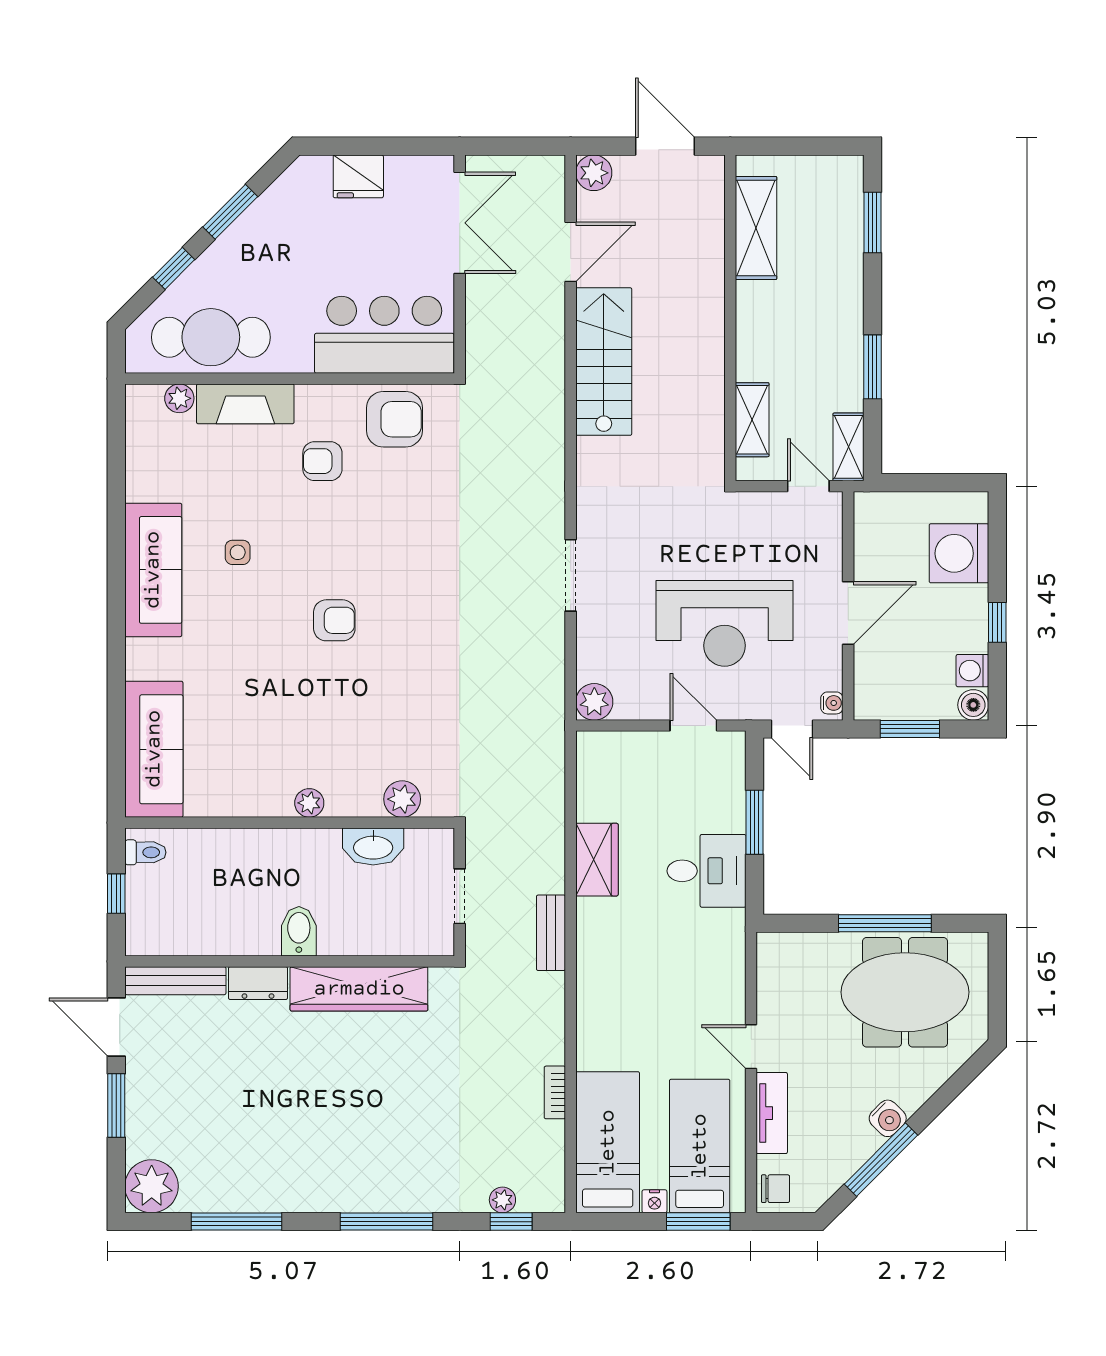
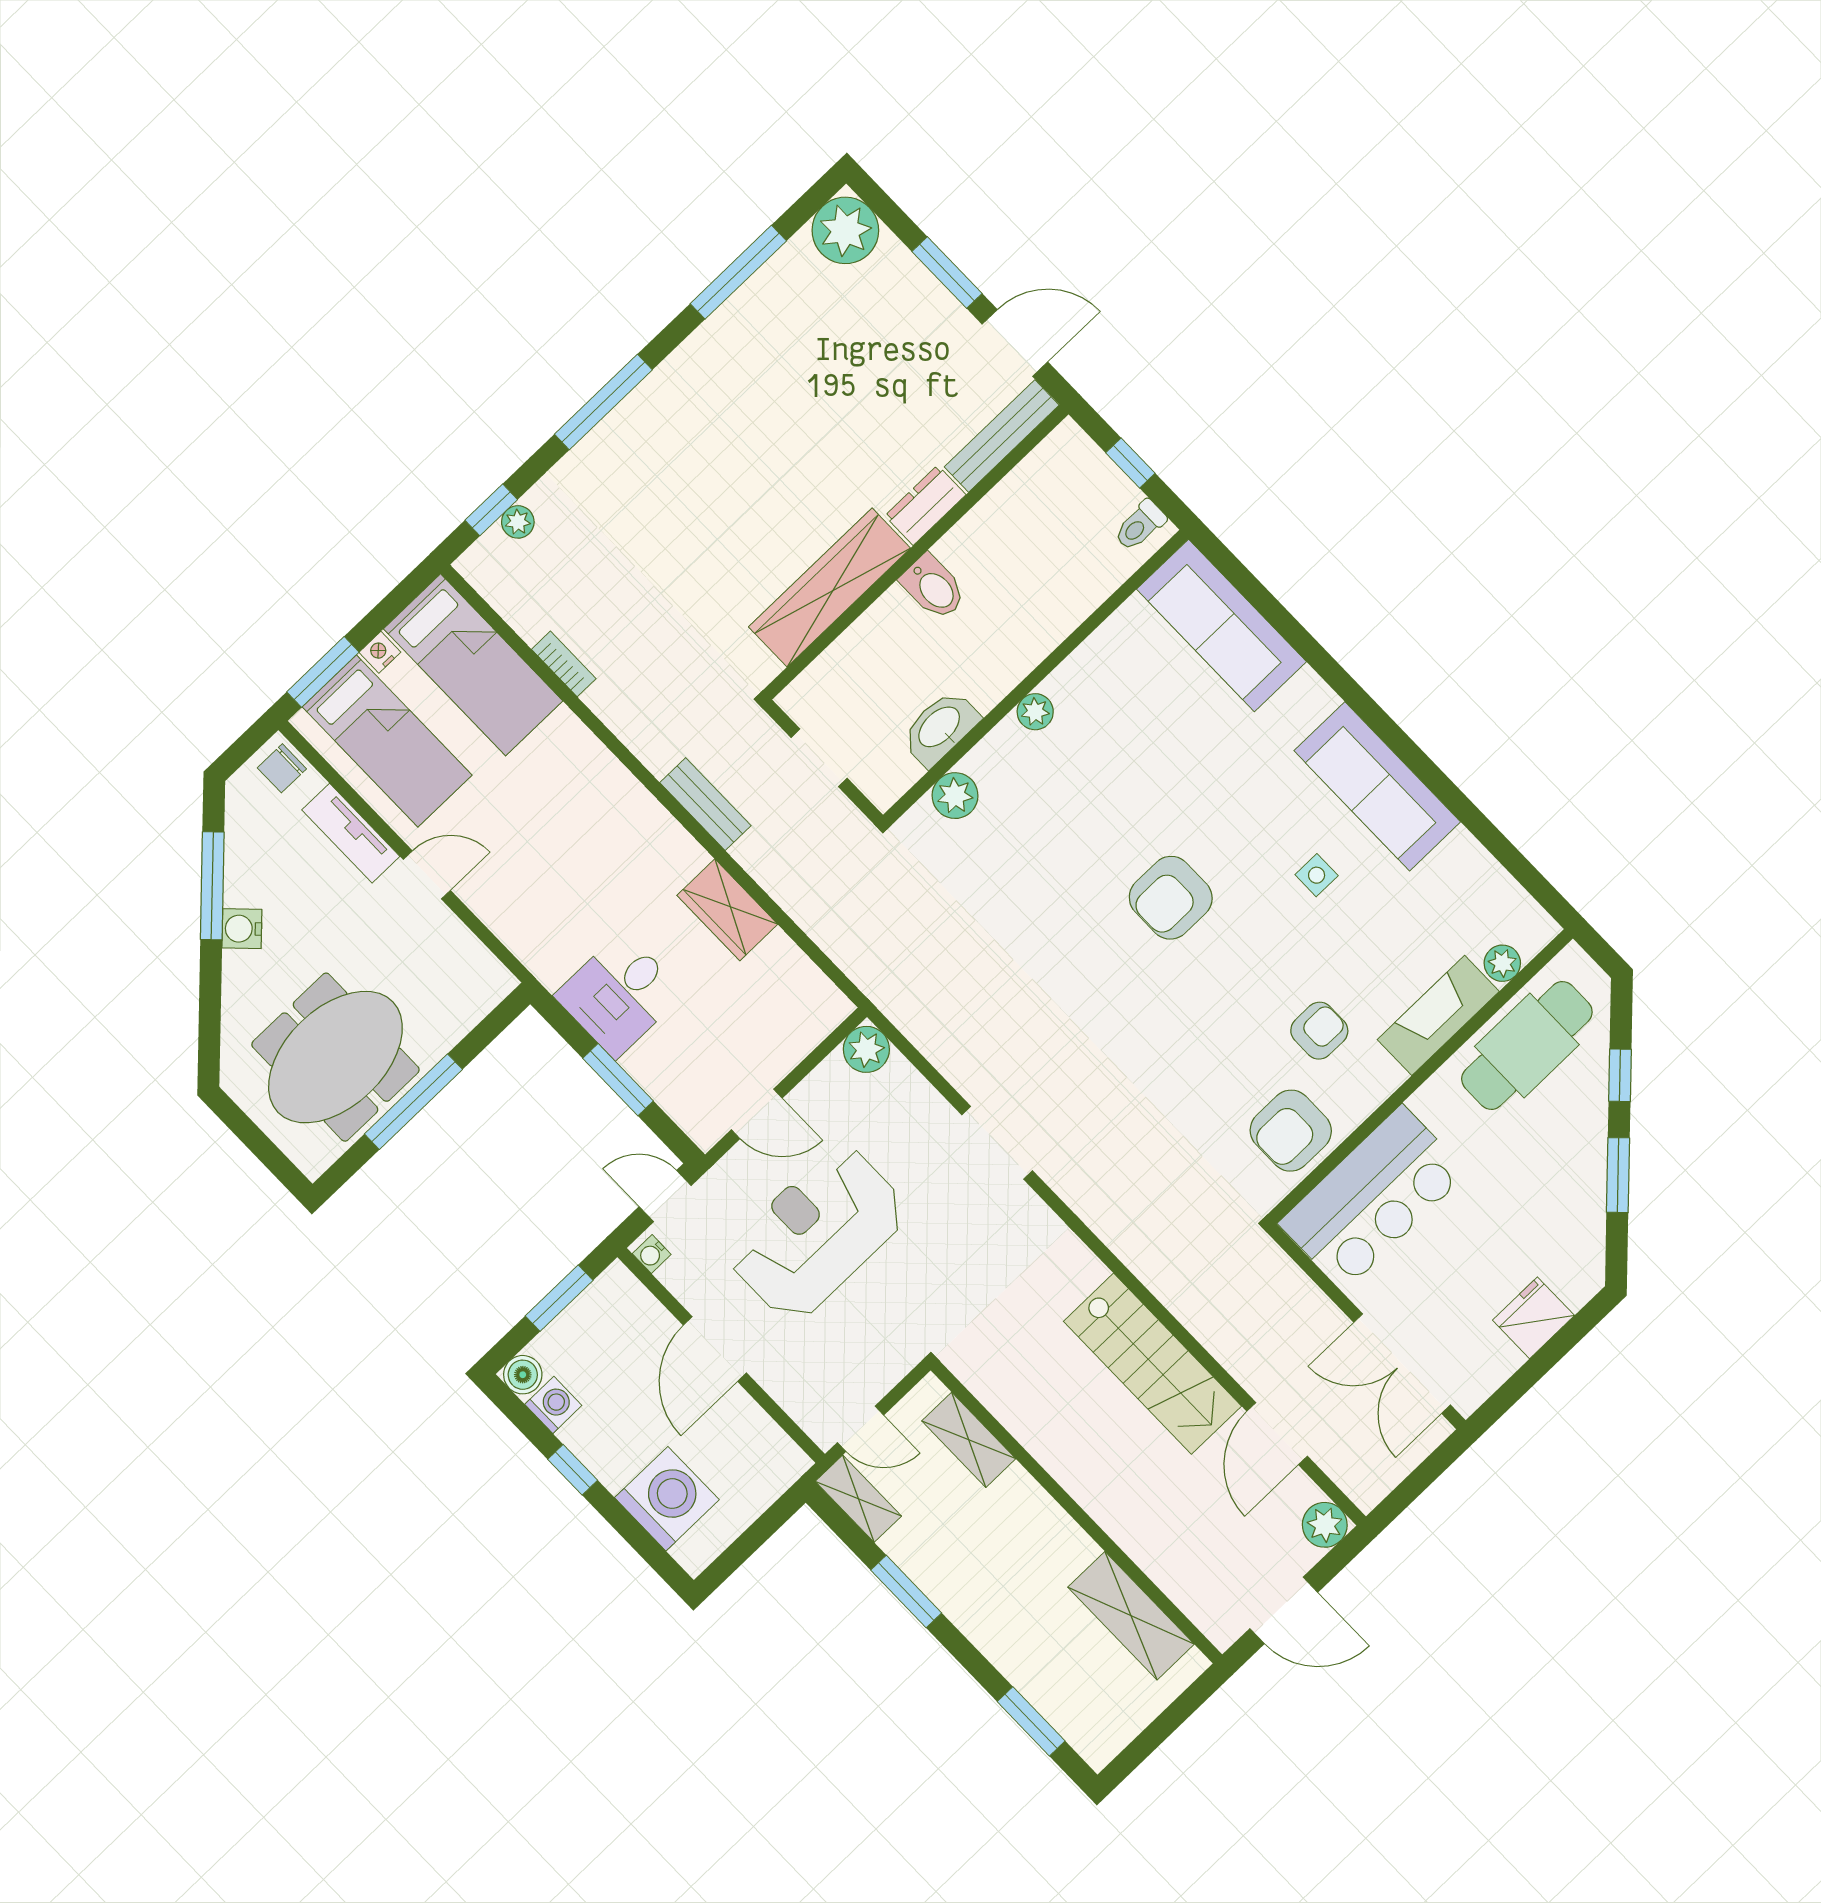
armchair: (334, 620) -> (1171, 898), width x1.38, depth x1.38

